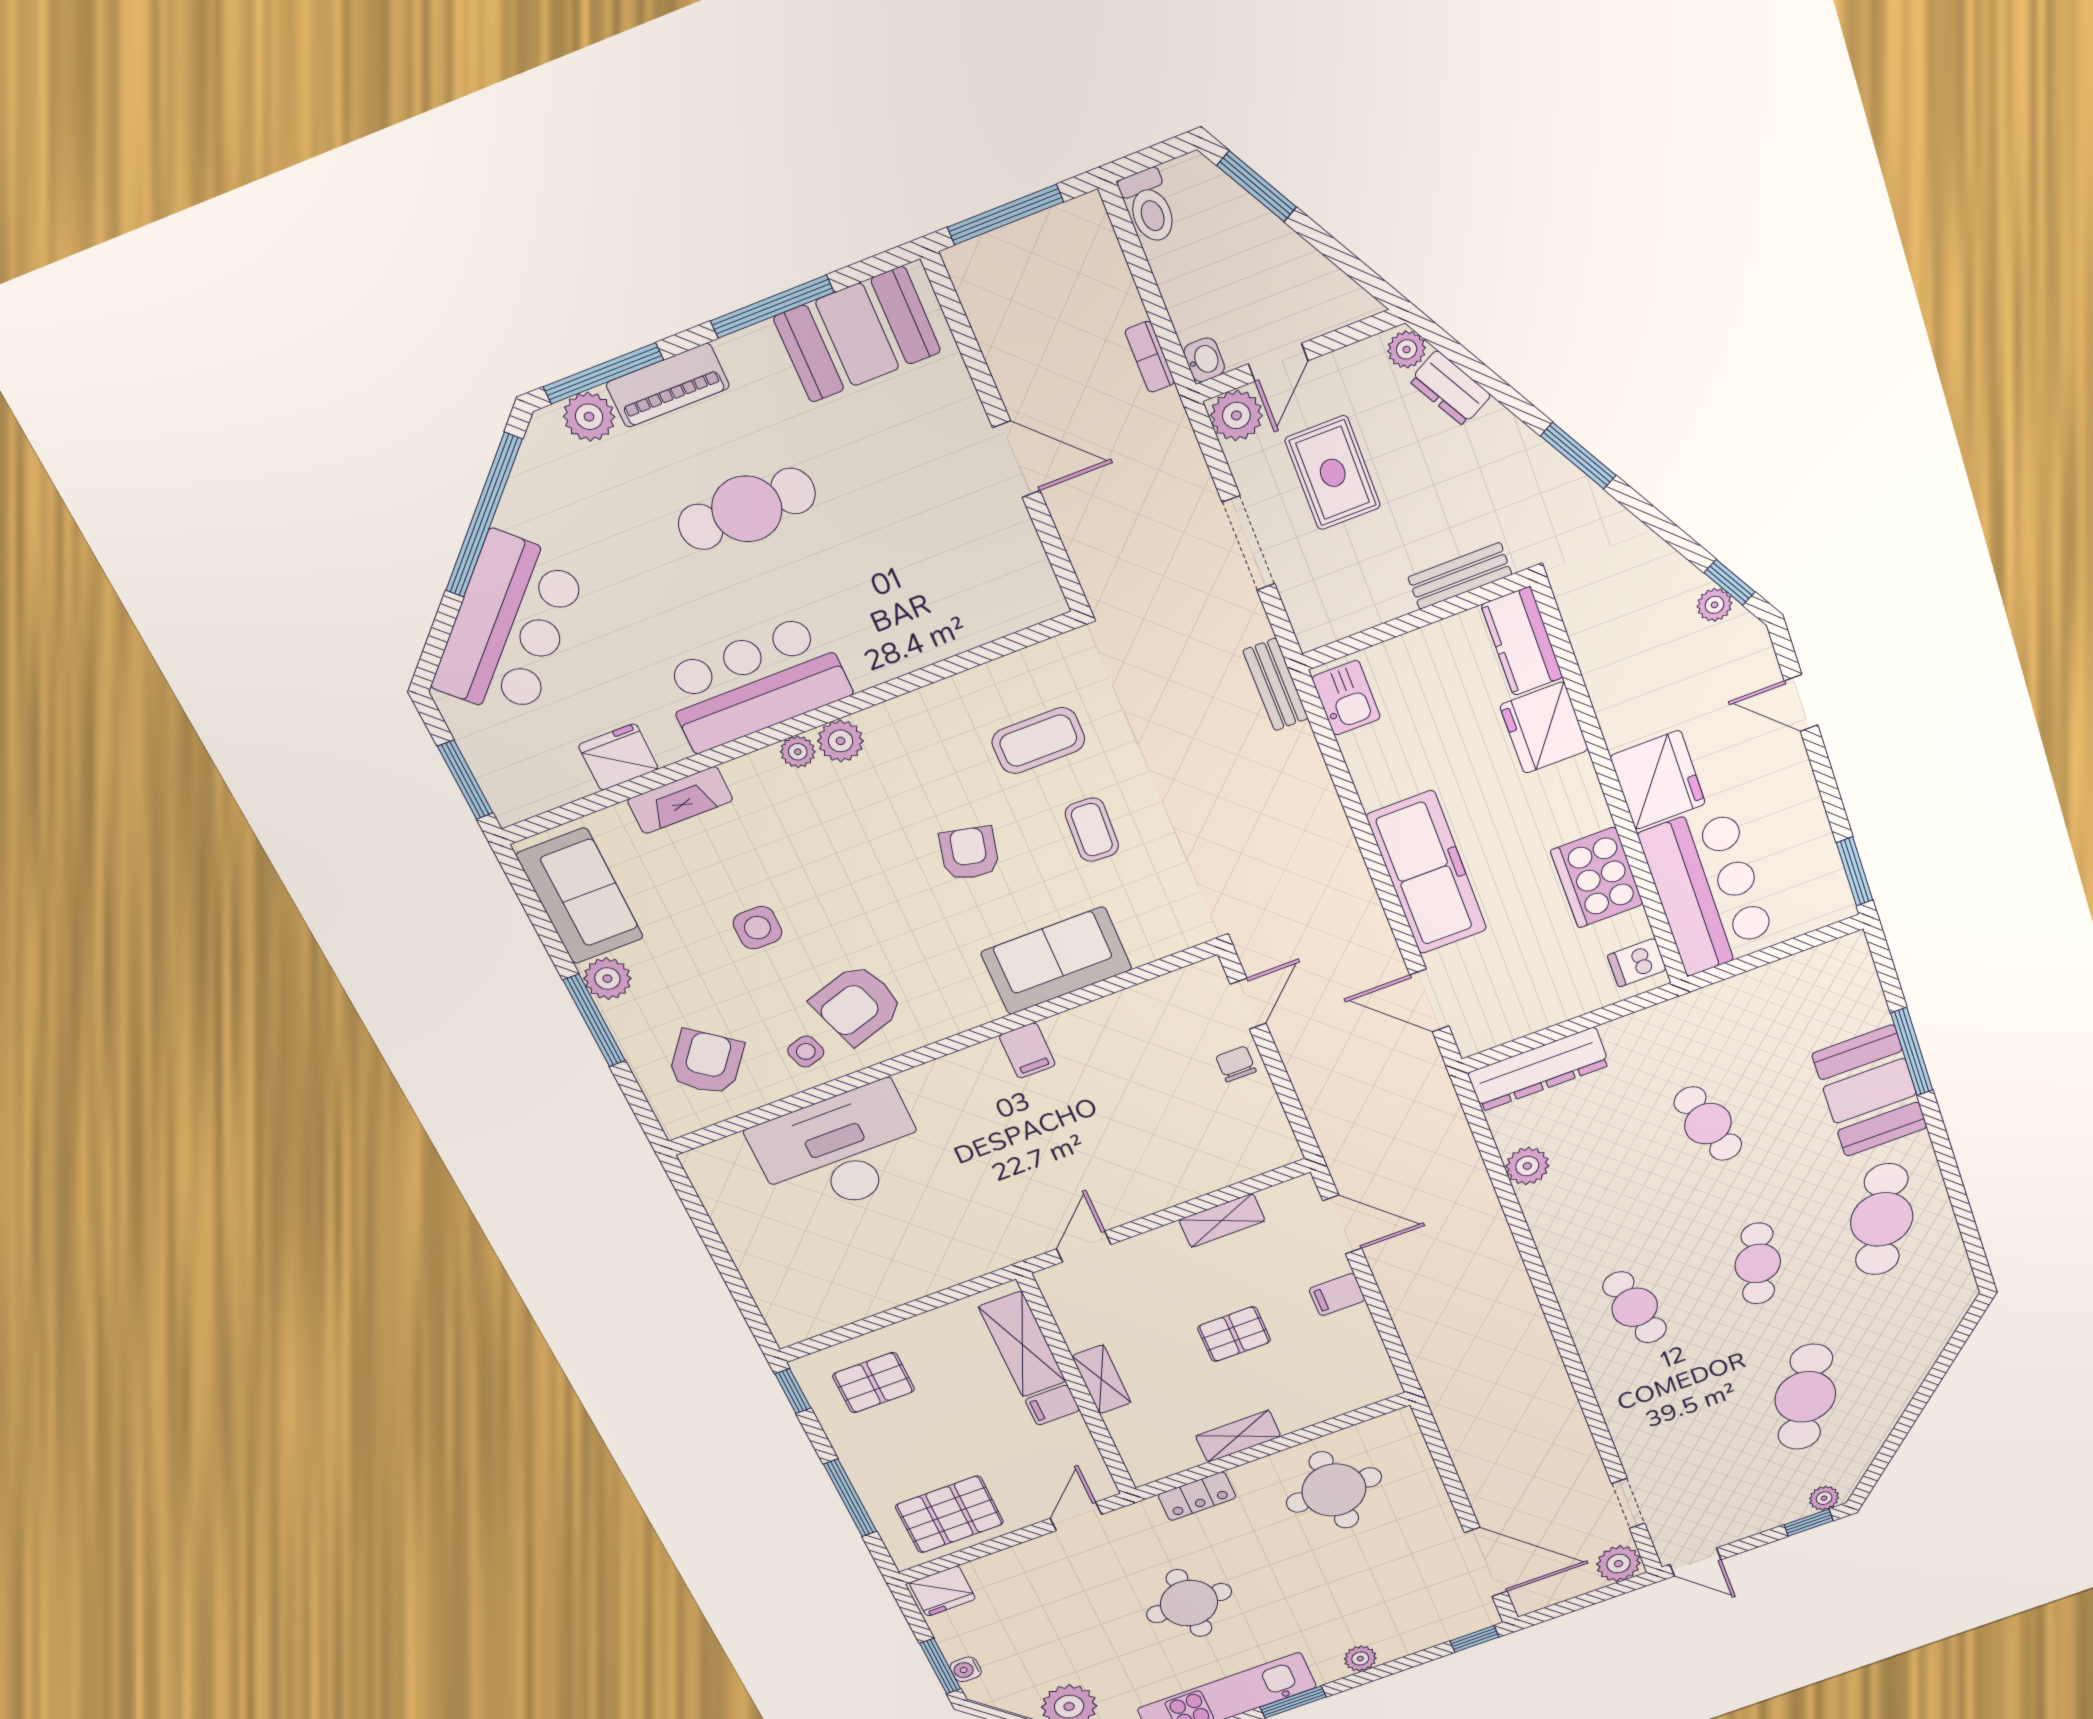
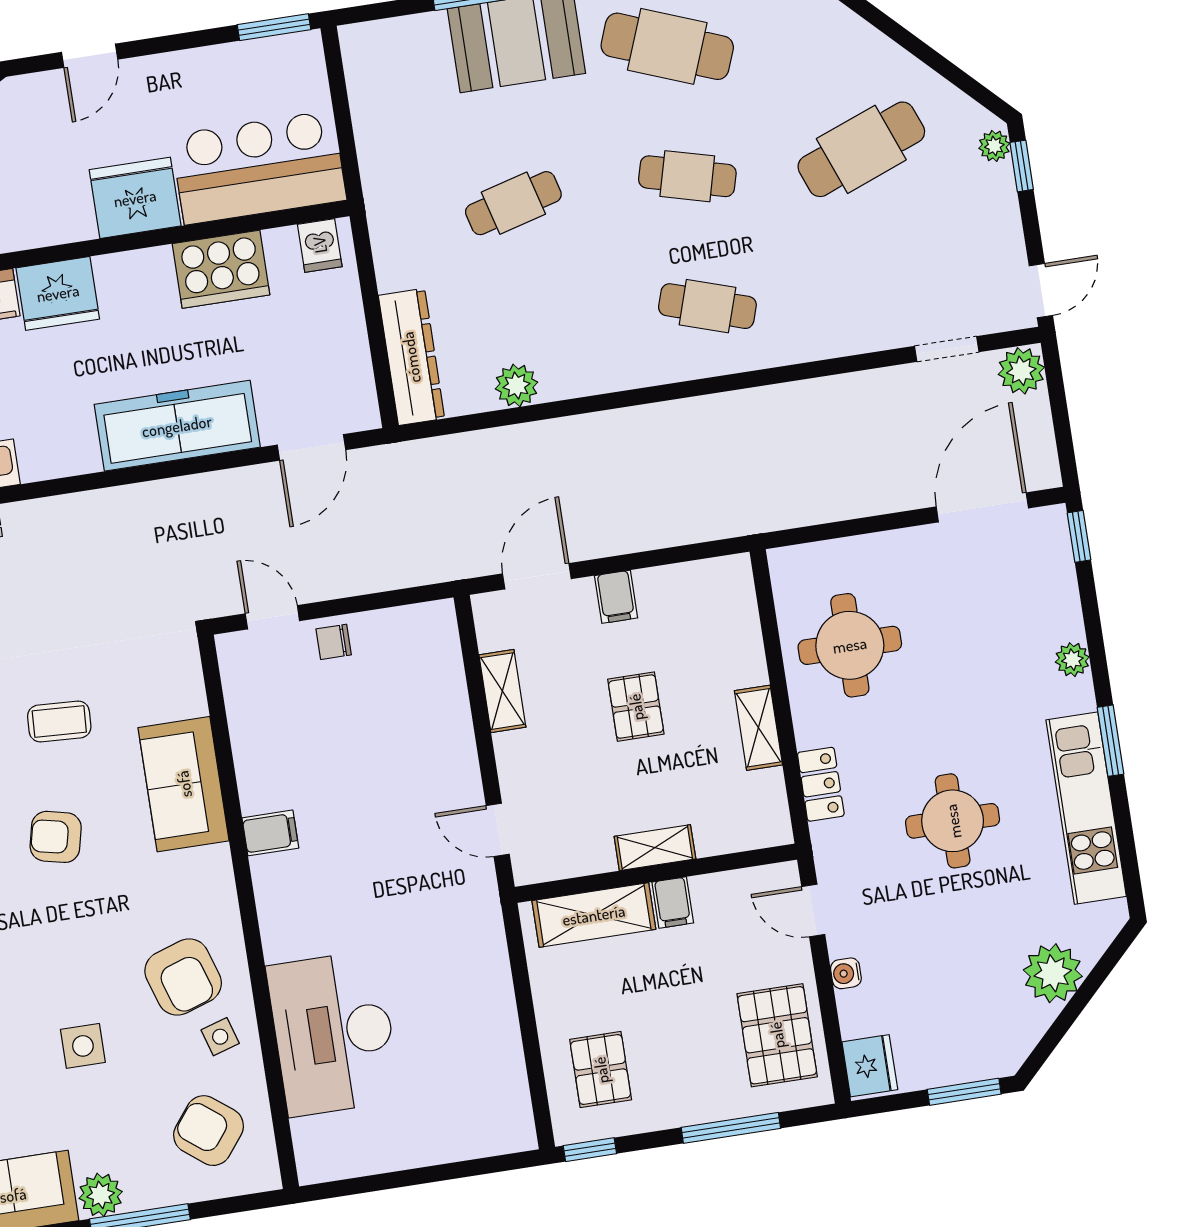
cafe table: (1635, 1307) -> (707, 306), turned 30
cafe table: (1805, 1397) -> (861, 149), turned -45
water cooler: (966, 1669) -> (846, 973), moved, turned 90

